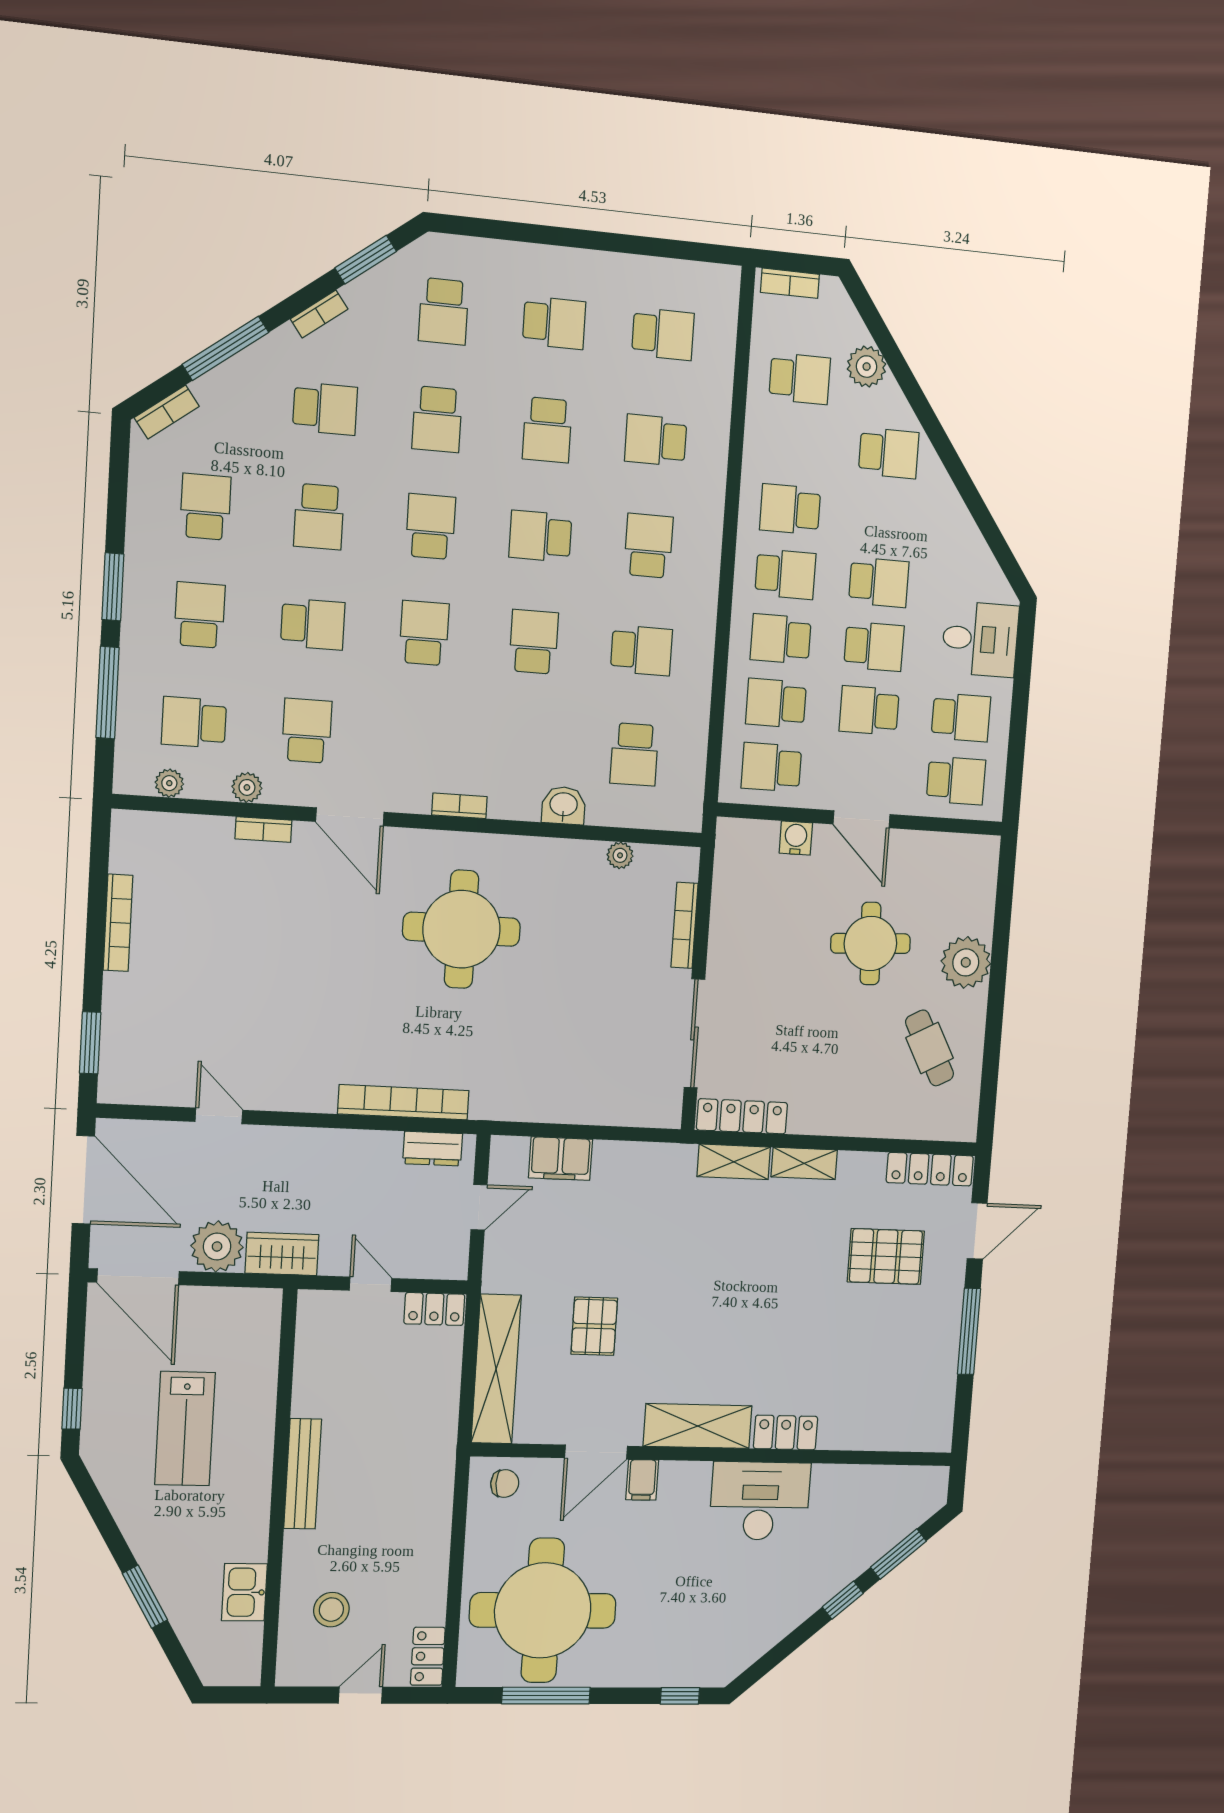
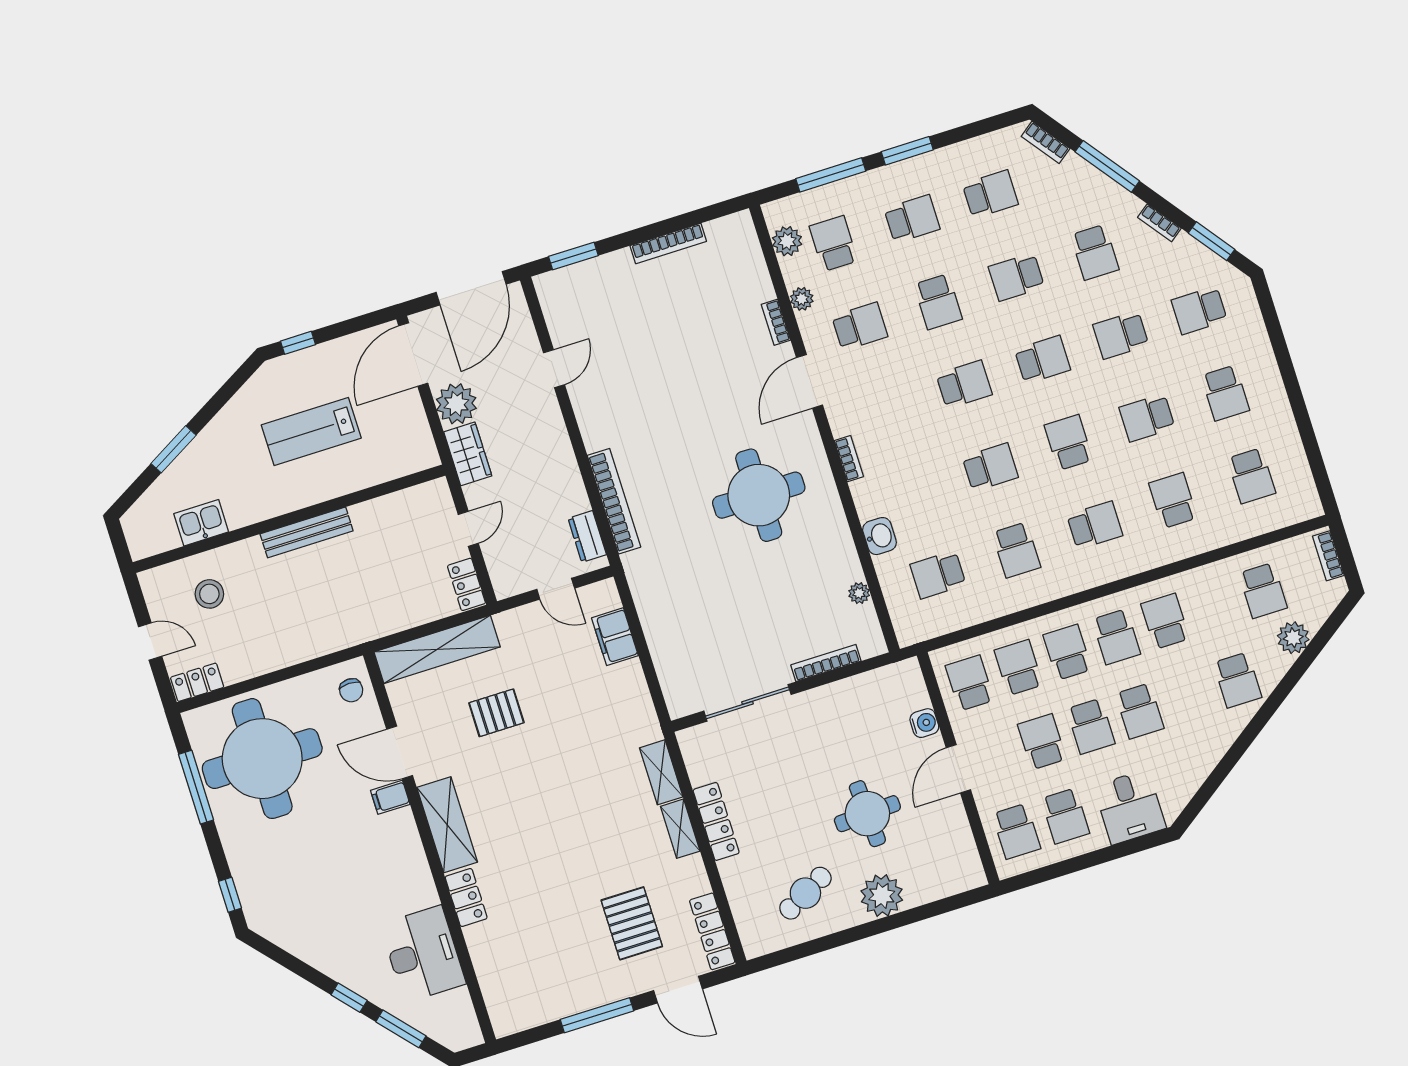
plant: (169, 783) -> (787, 241), width x1.38, depth x1.38
locker: (742, 1116) -> (716, 821), moved
desk: (760, 1501) -> (423, 954), moved

